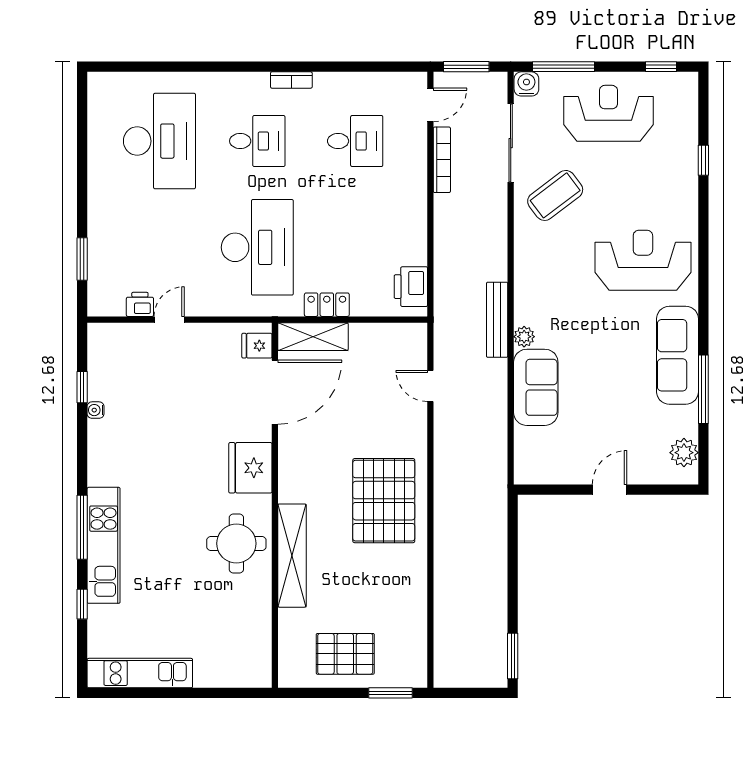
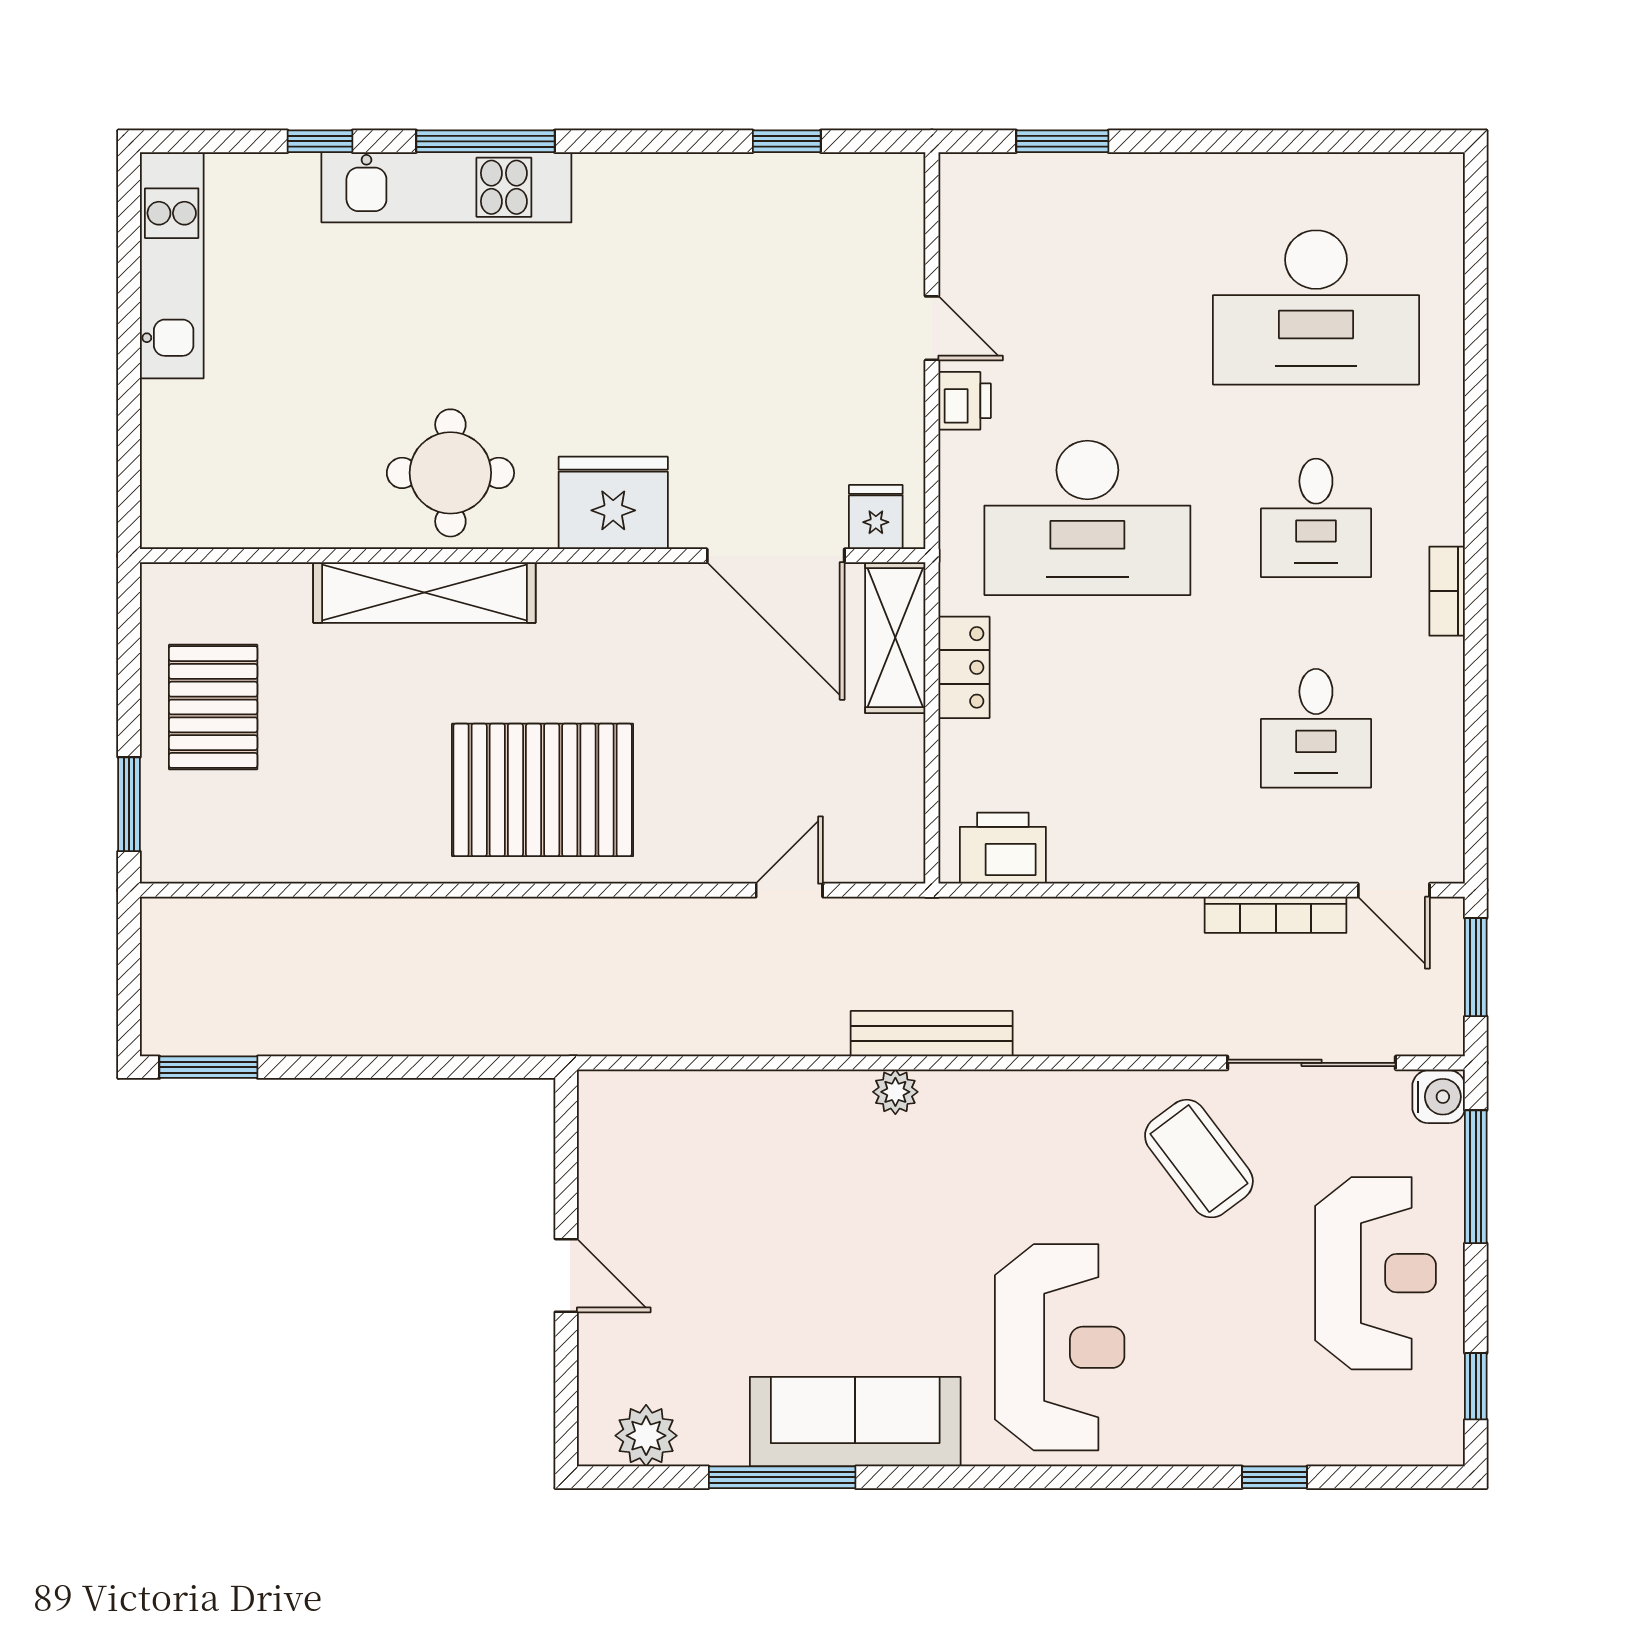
printer: (140, 304) -> (965, 401), moved
sofa: (536, 387) -> (786, 1117), removed
water cooler: (96, 410) -> (737, 170), removed

